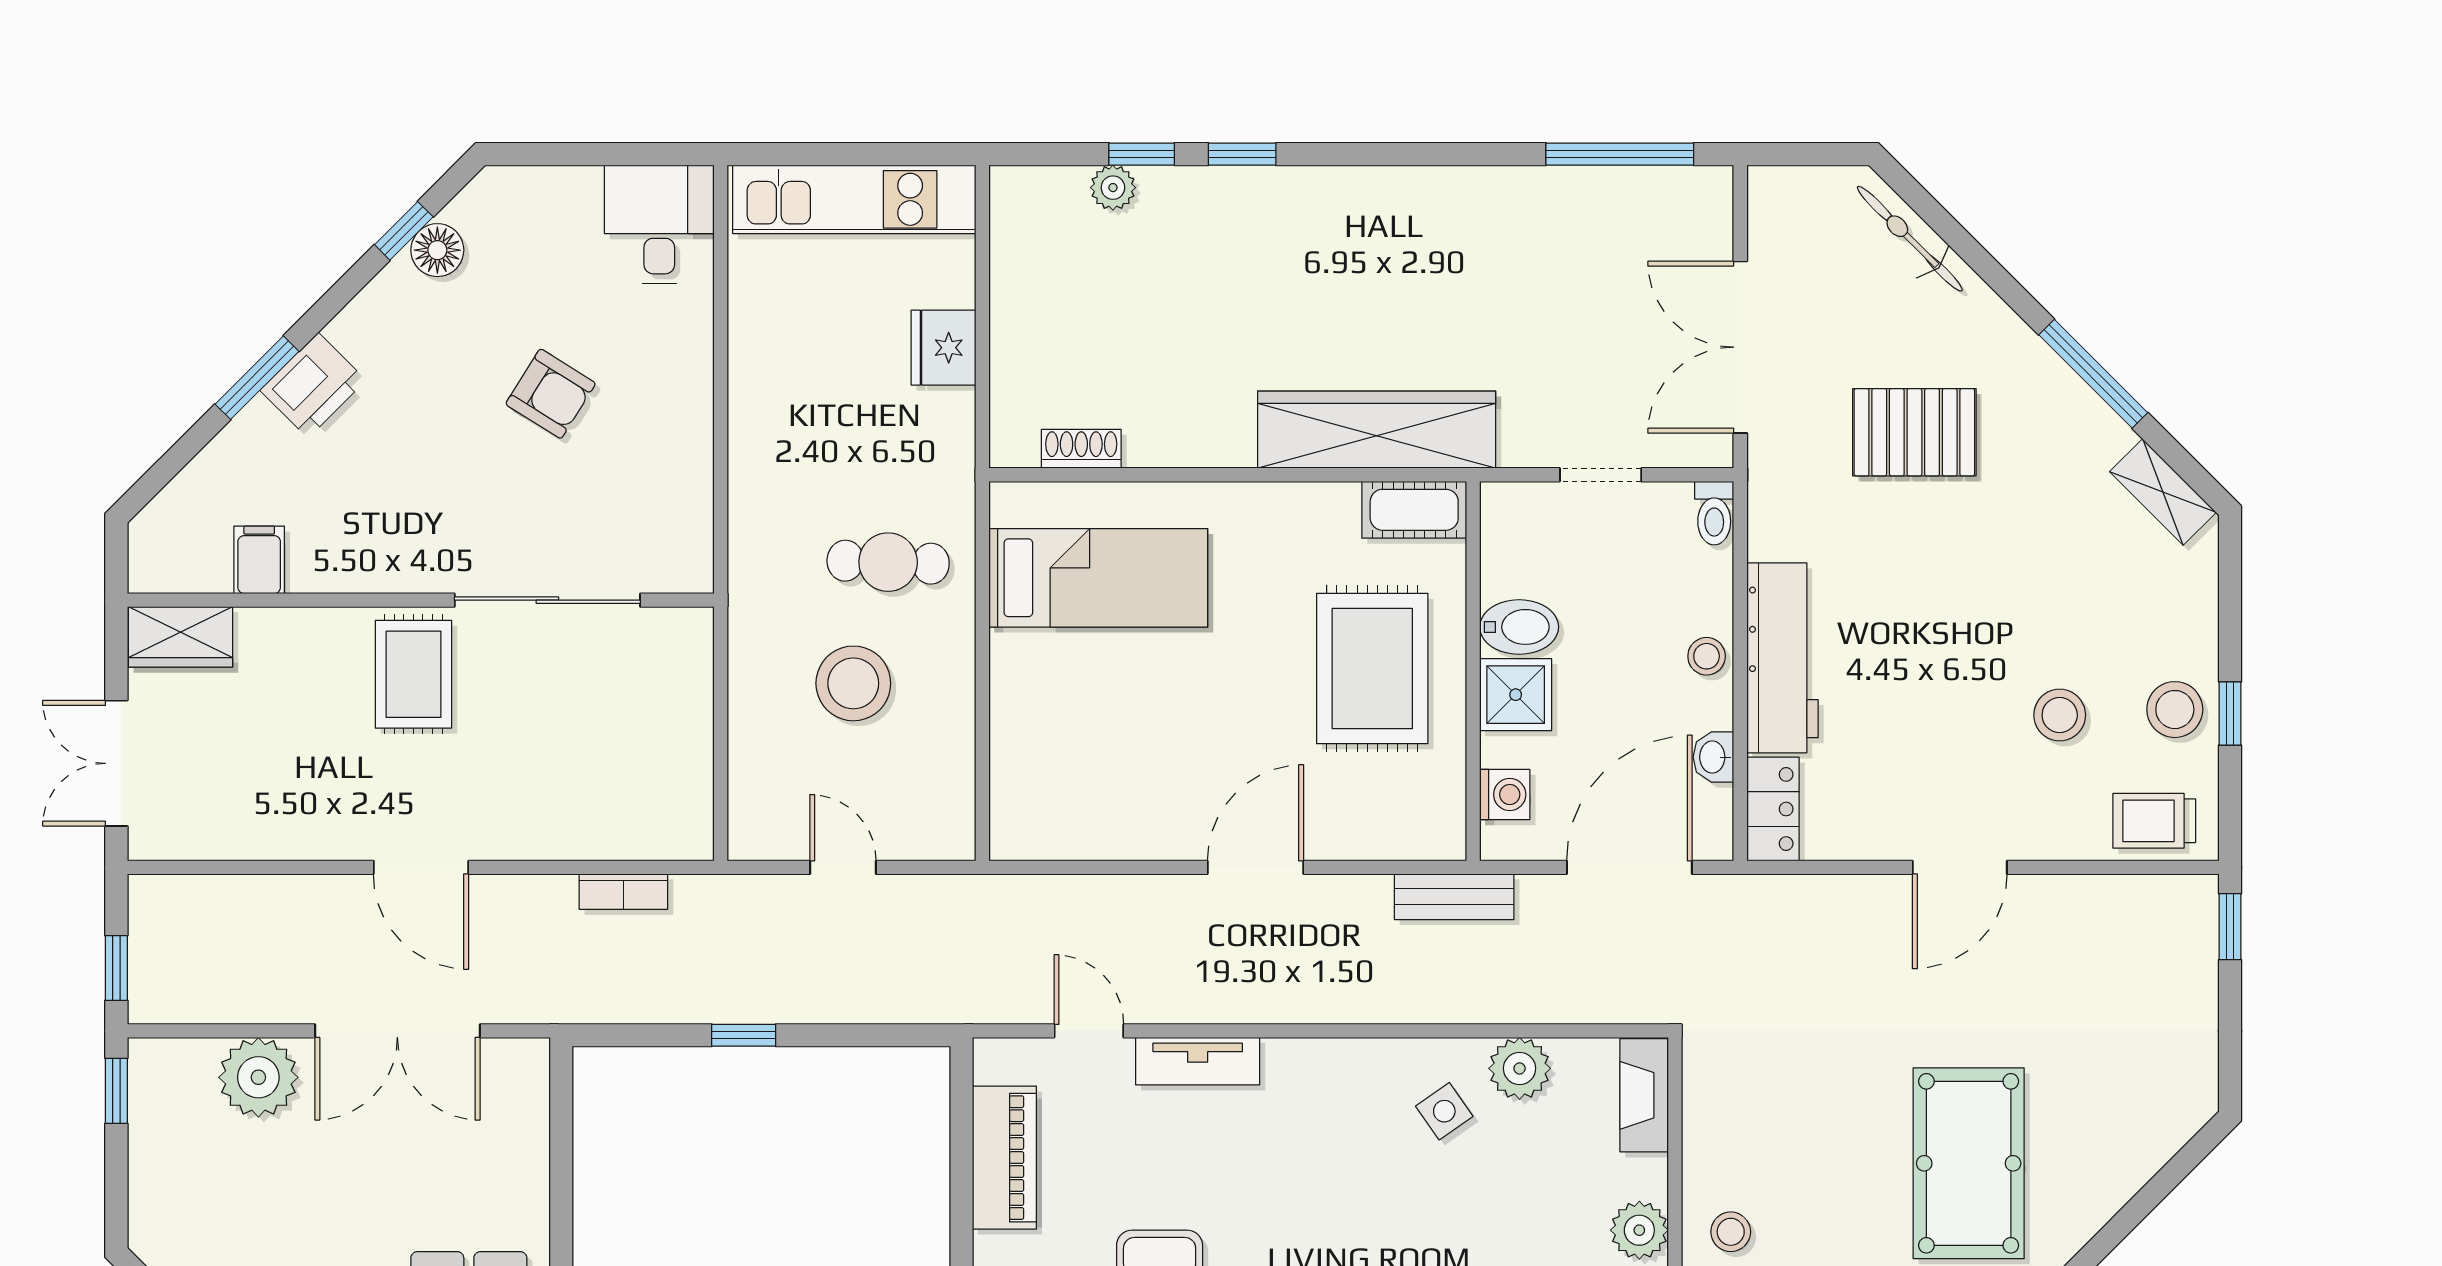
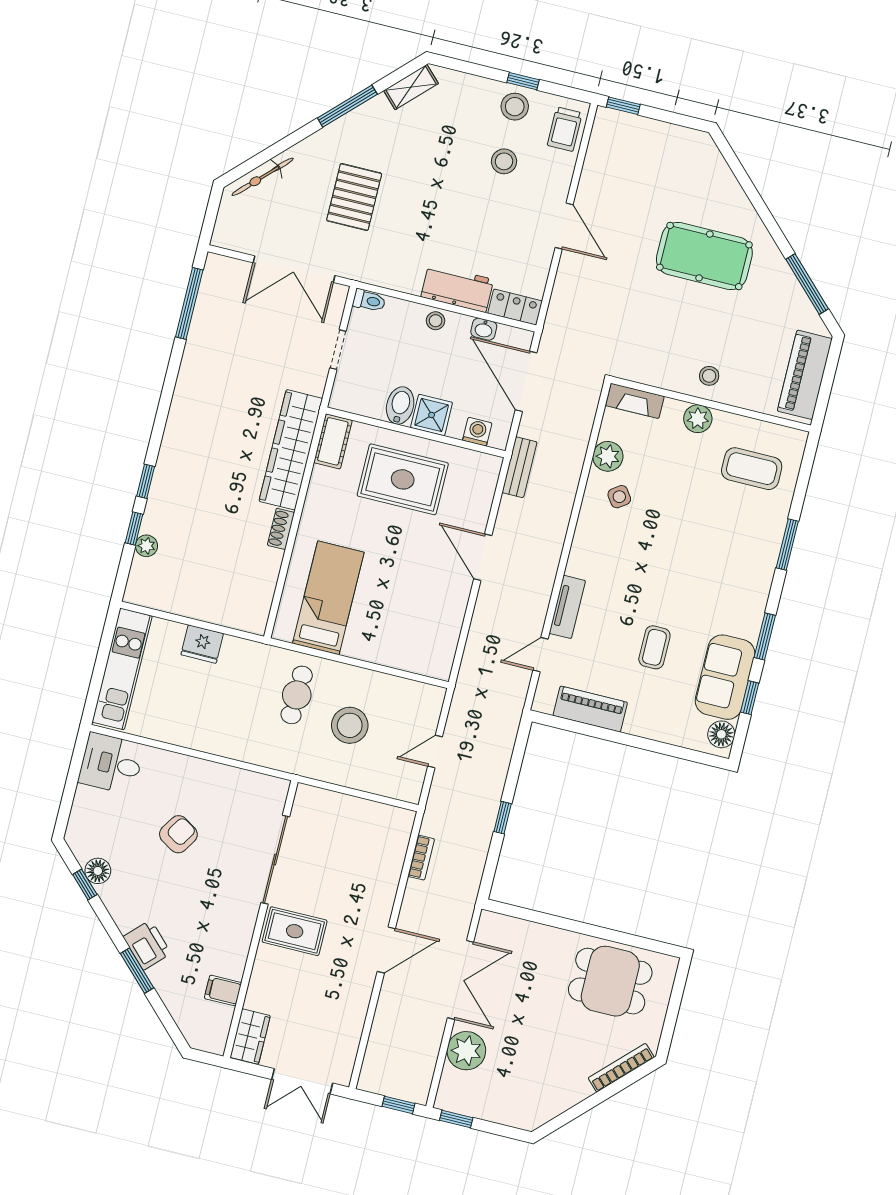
shoe rack: (1081, 449) -> (281, 529), moved
workbench: (1783, 658) -> (457, 288), width x0.73

